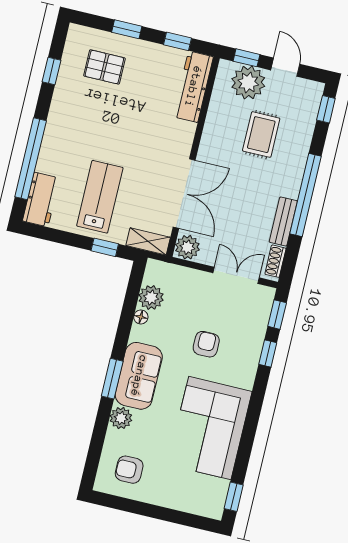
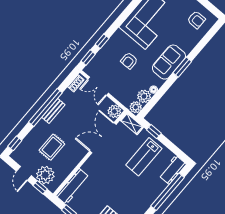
bench: (283, 222) -> (53, 111), moved
plant: (121, 418) -> (136, 107), moved

